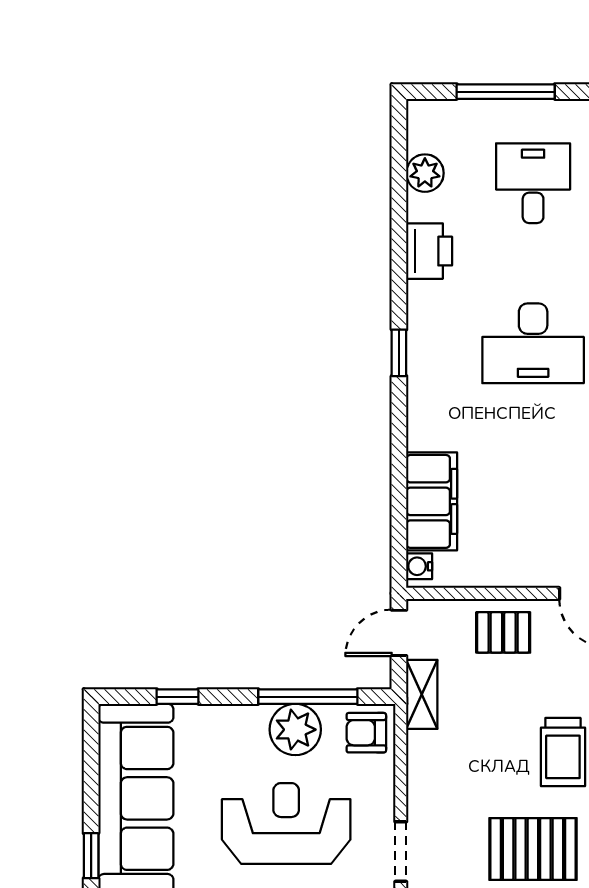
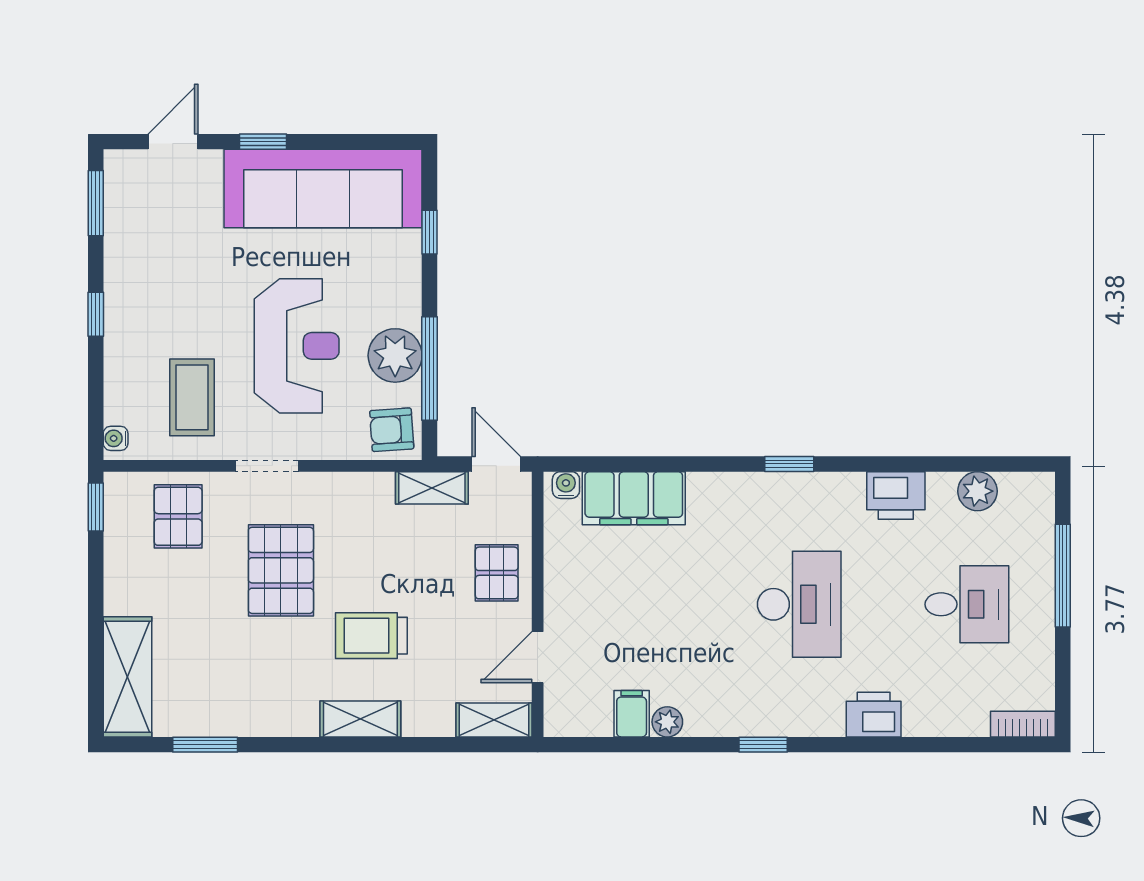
desk: (533, 343) -> (799, 604), turned 180
armchair: (366, 733) -> (392, 430), turned -94
pallet: (533, 849) -> (281, 570), moved

